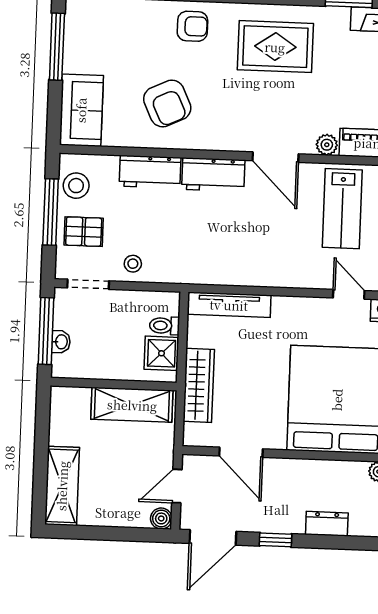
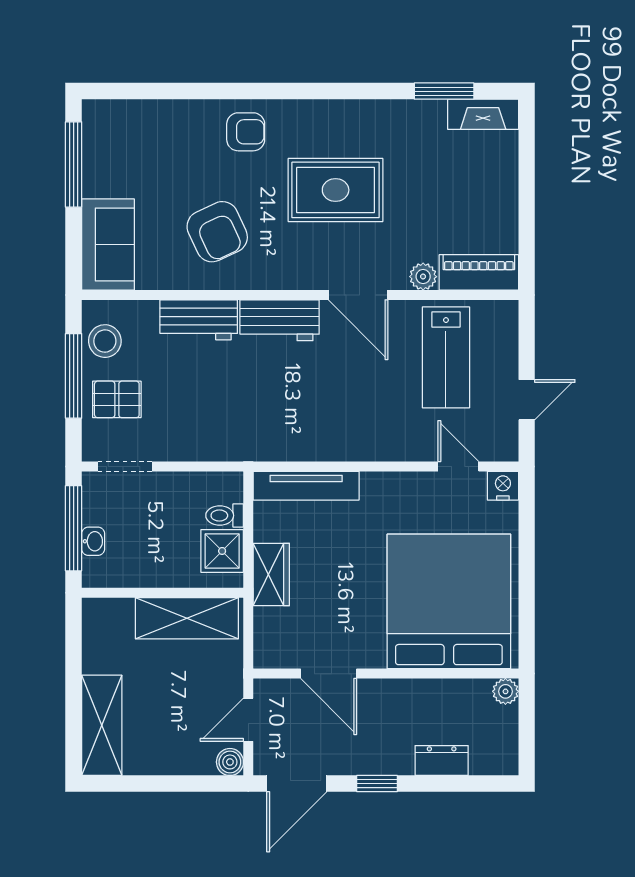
rug: (275, 47) -> (336, 190), moved
stool: (133, 264) -> (181, 438), removed
wardrobe: (199, 385) -> (271, 575), width x0.67

